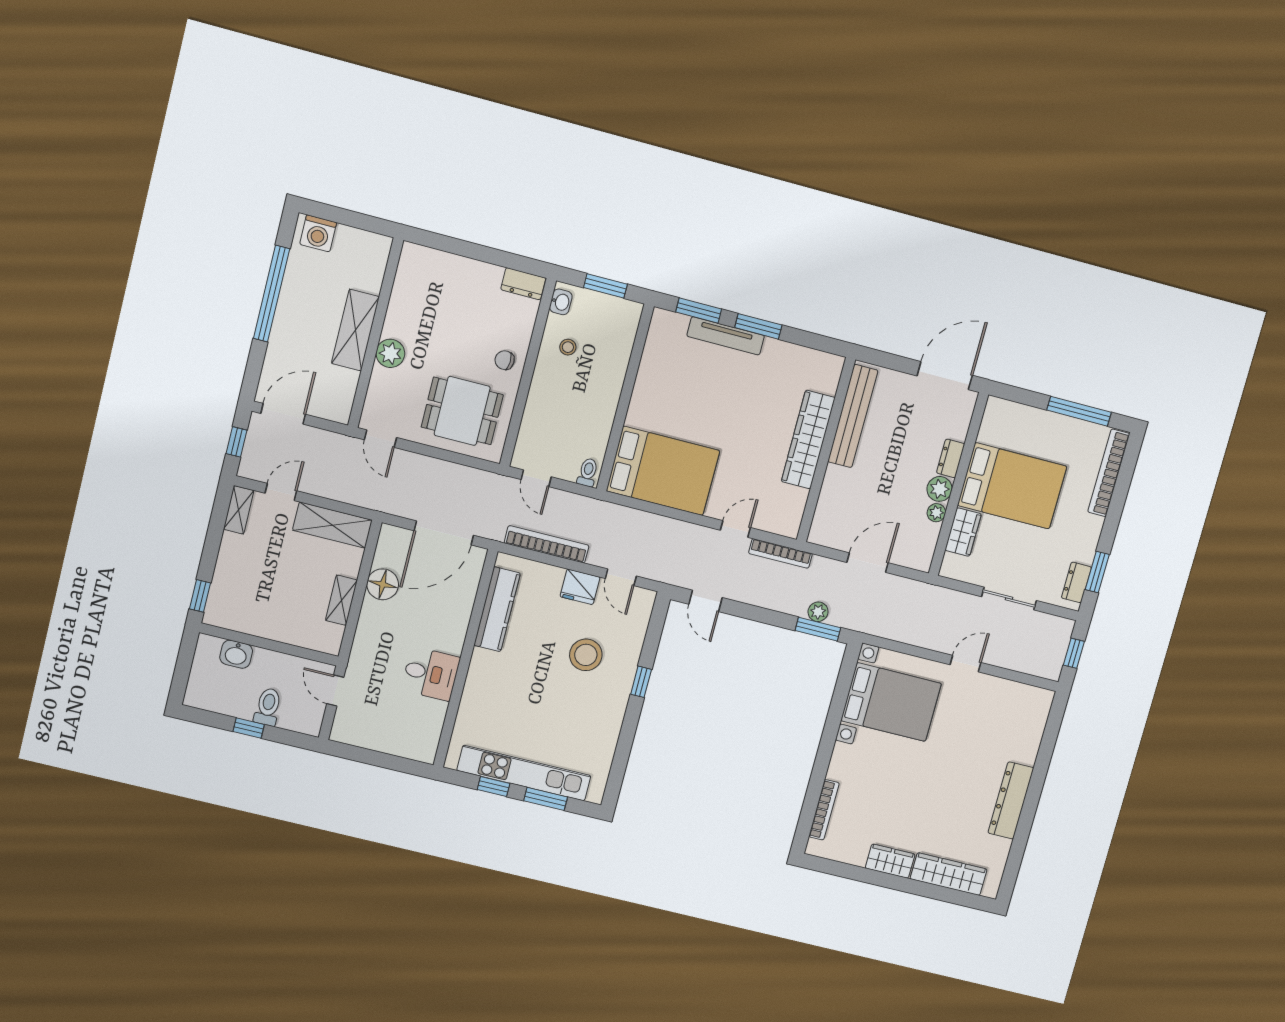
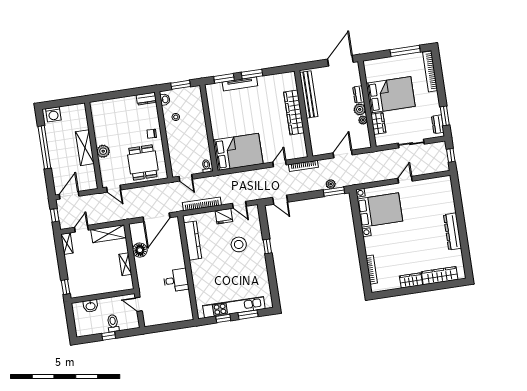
dining table: (462, 411) -> (143, 162), turned 90

